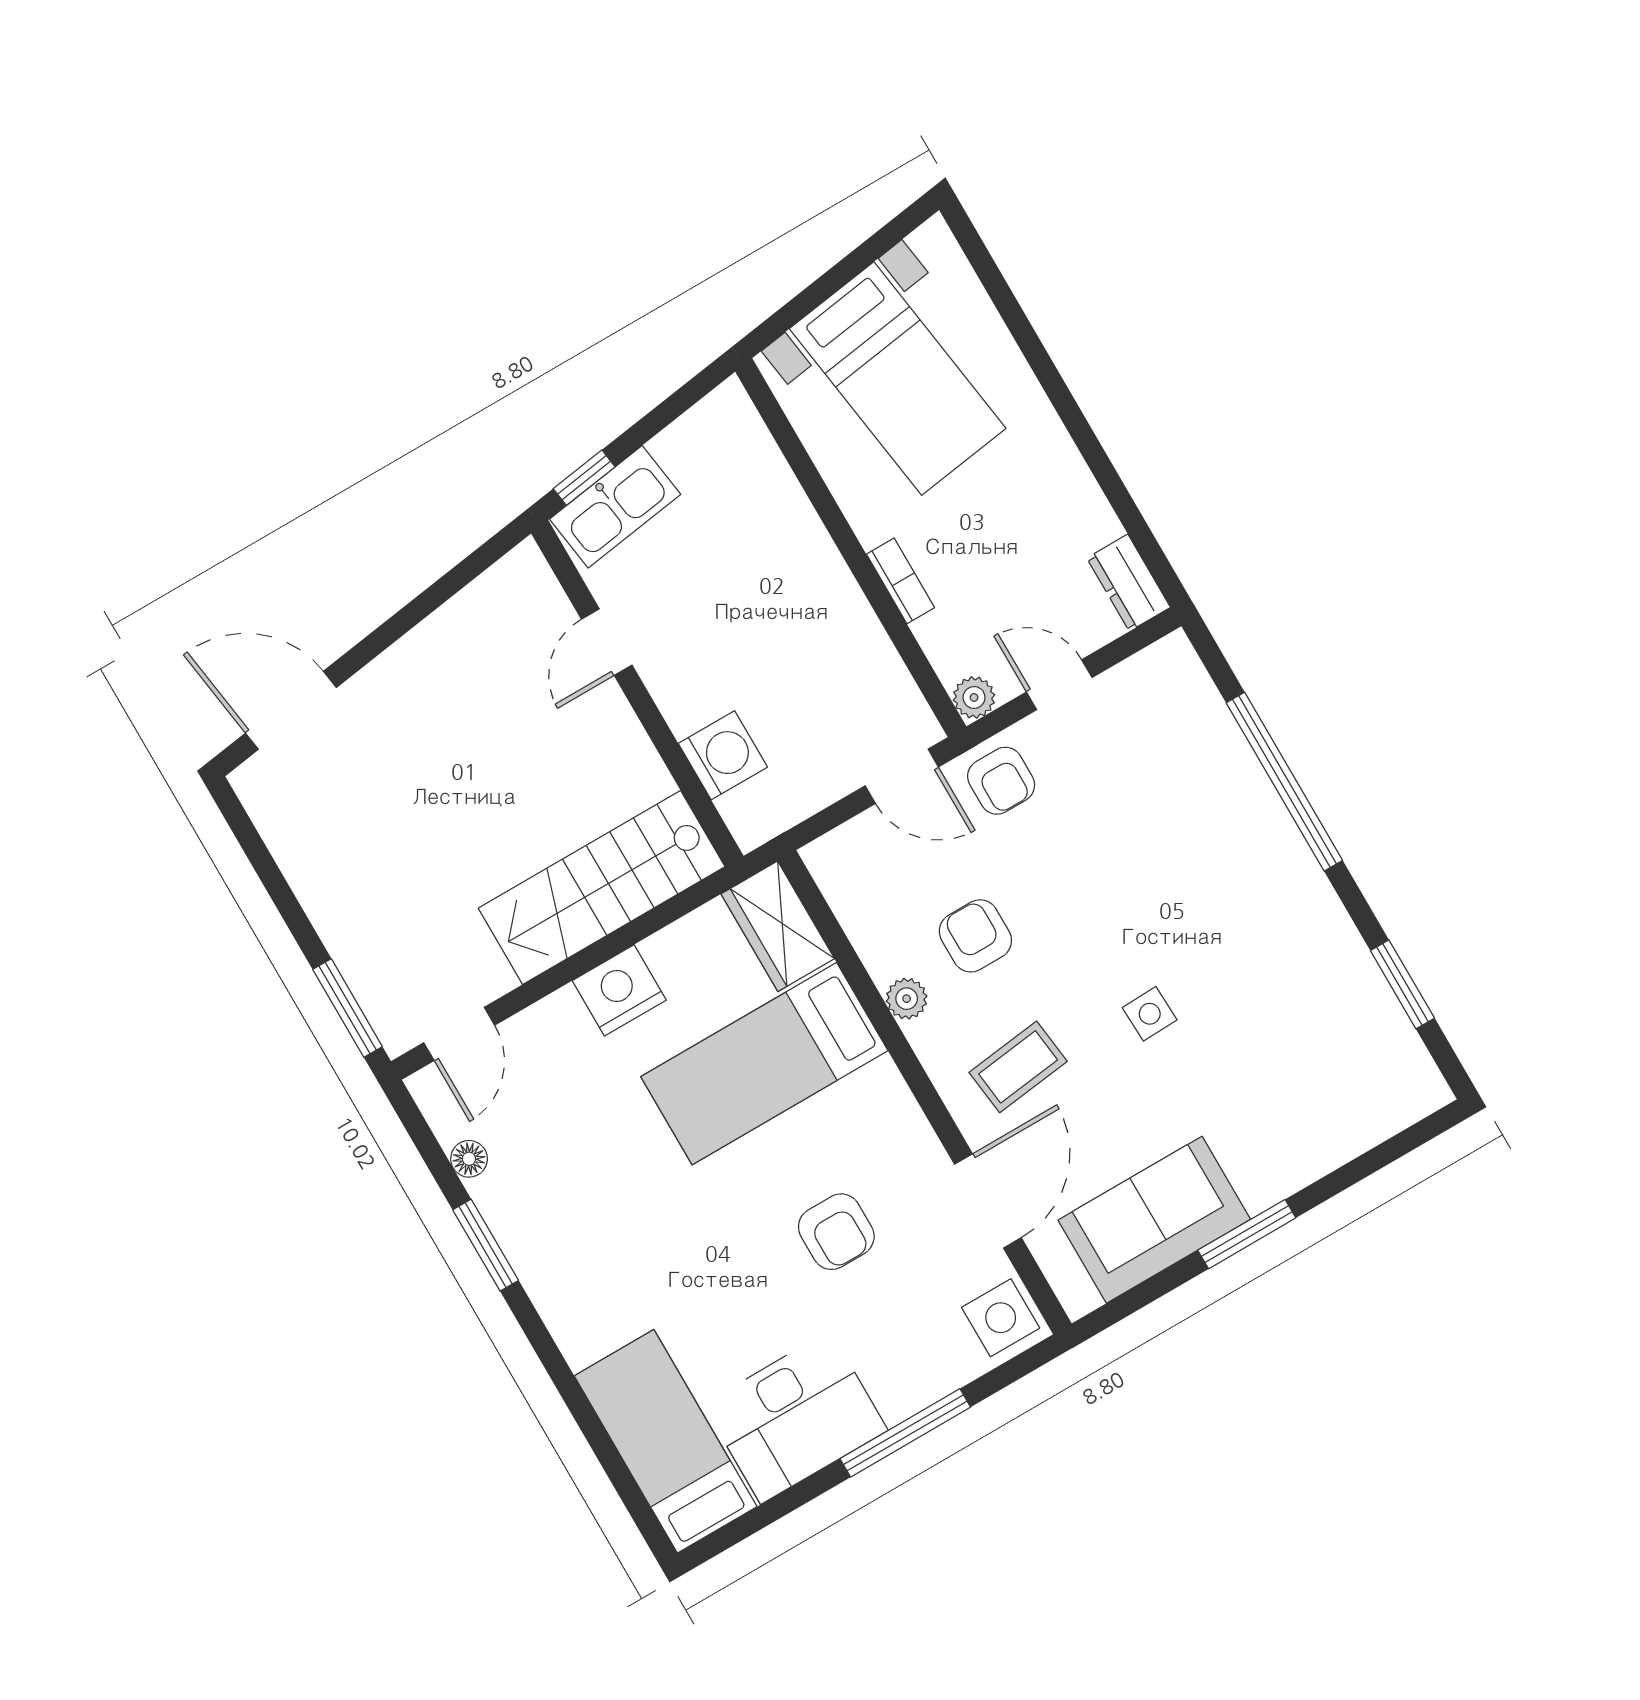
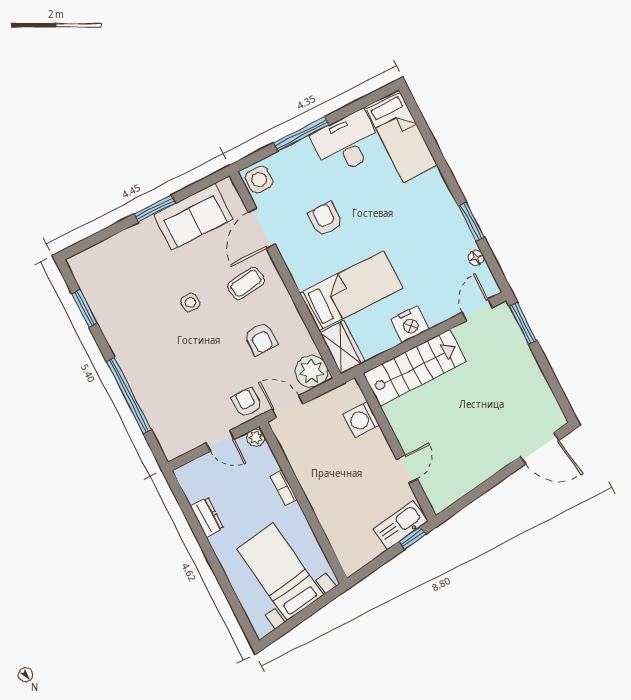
dresser: (1129, 583) -> (207, 517), moved
plant: (907, 999) -> (311, 371), moved, width x1.87, depth x1.87

